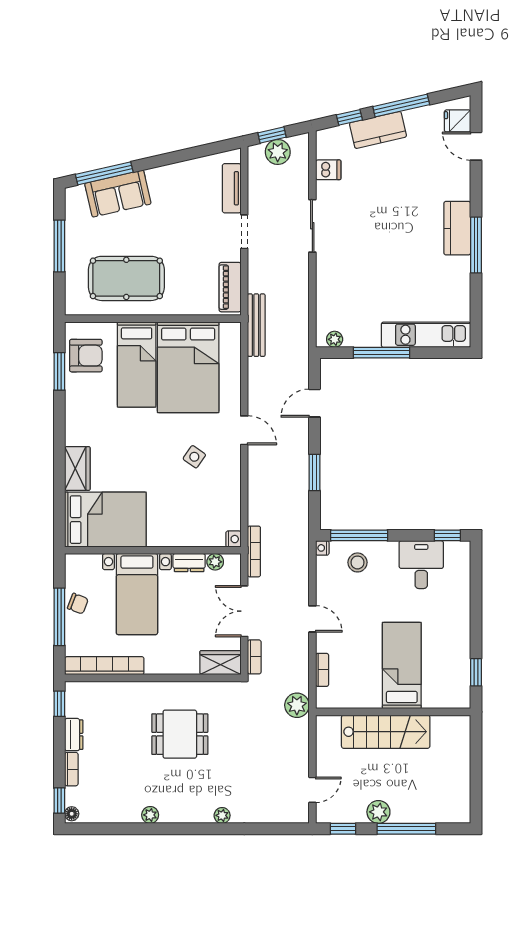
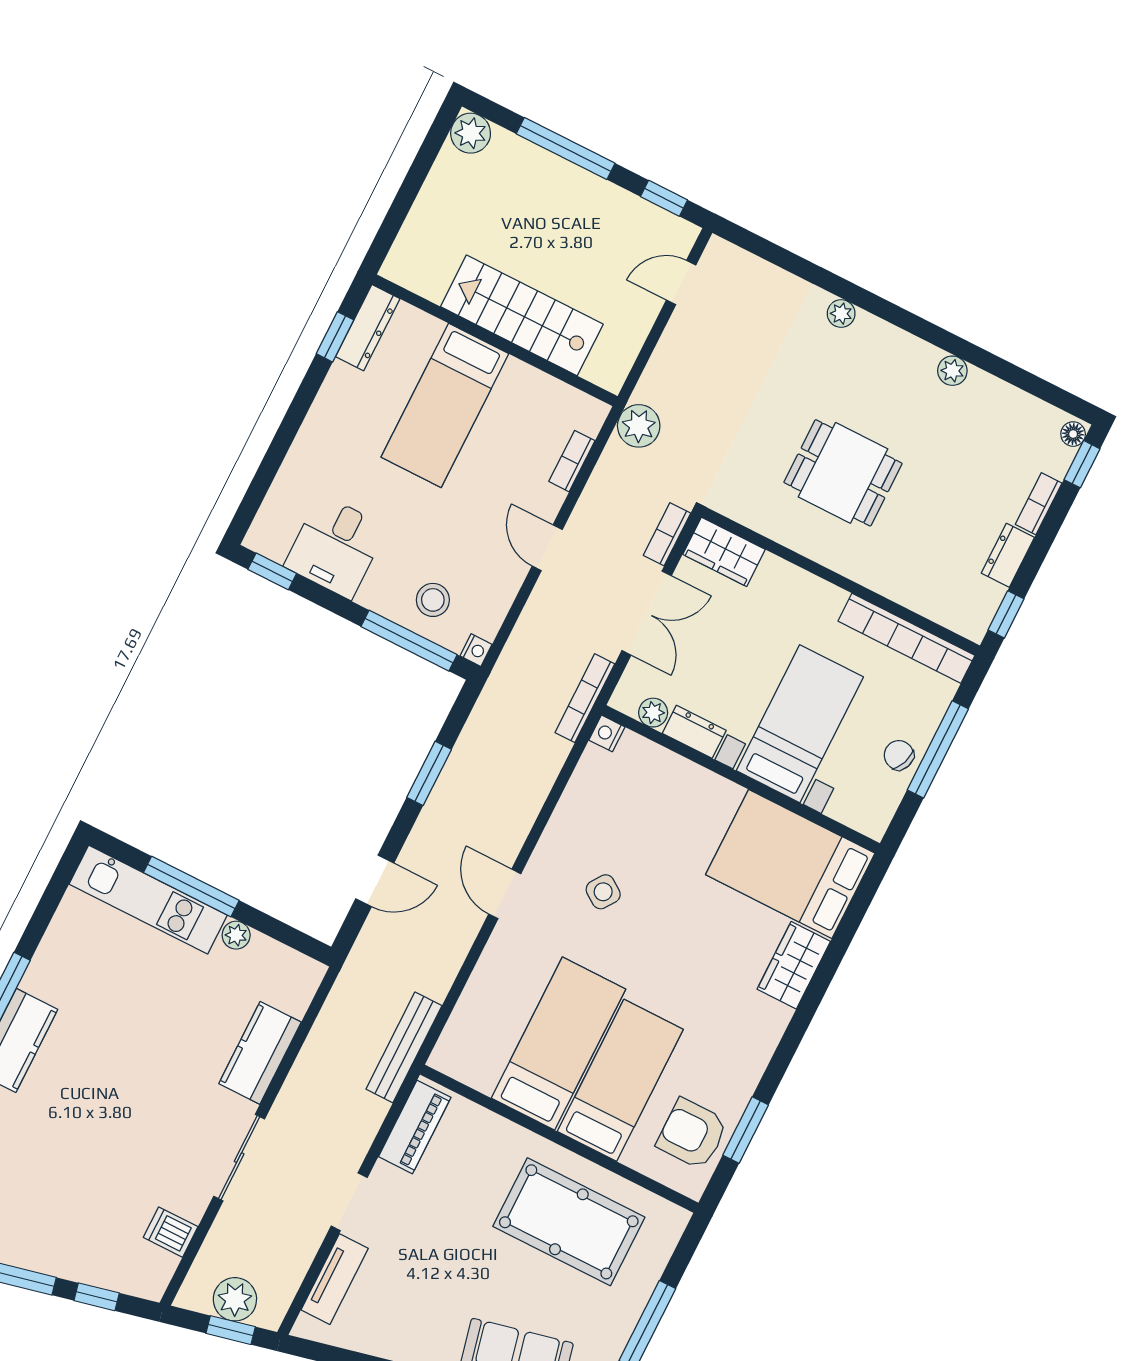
kitchen counter: (378, 130) -> (260, 1053), moved, turned -77
plant: (335, 339) -> (236, 935), moved
window: (382, 353) -> (191, 887), moved
bed: (188, 367) -> (558, 1044), width x0.67
dresser: (462, 685) -> (368, 328), added
plant: (378, 812) -> (471, 133), moved

